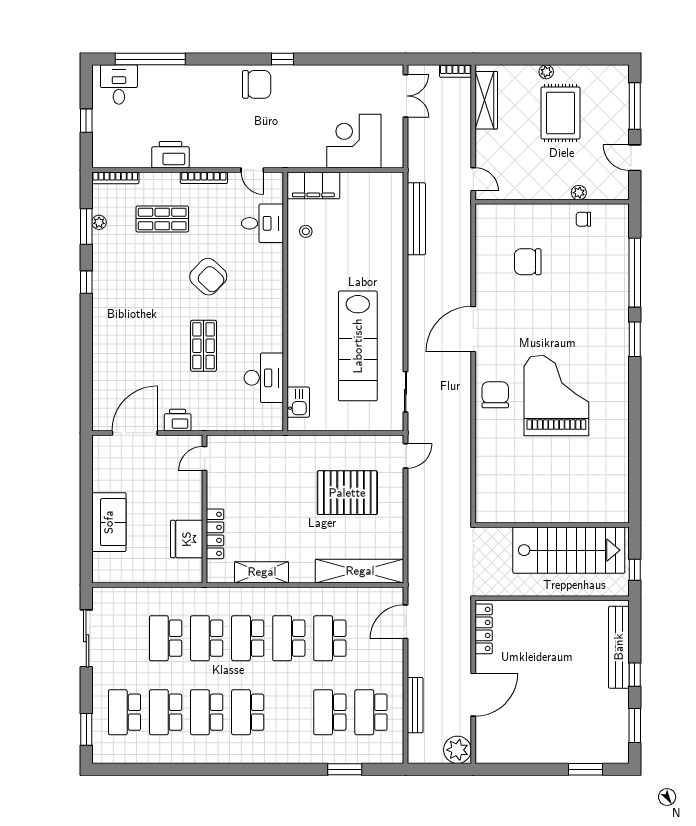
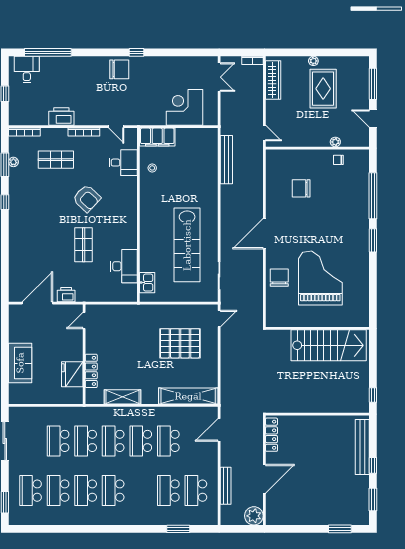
wall: (552, 525) -> (317, 328), moved
stairs: (569, 550) -> (329, 345), moved

